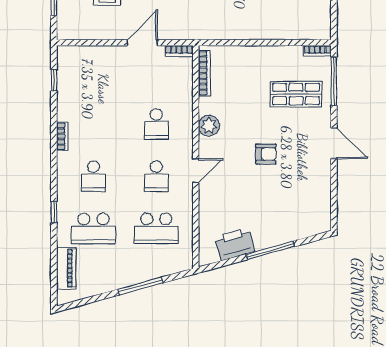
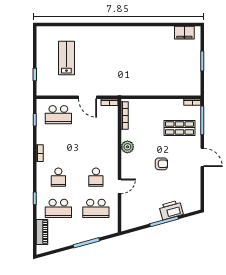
door: (142, 43) -> (87, 97), swing flipped
school desk: (156, 124) -> (58, 115), moved, width x1.85
door: (196, 171) -> (120, 186), moved
printer: (235, 244) -> (171, 210), moved

